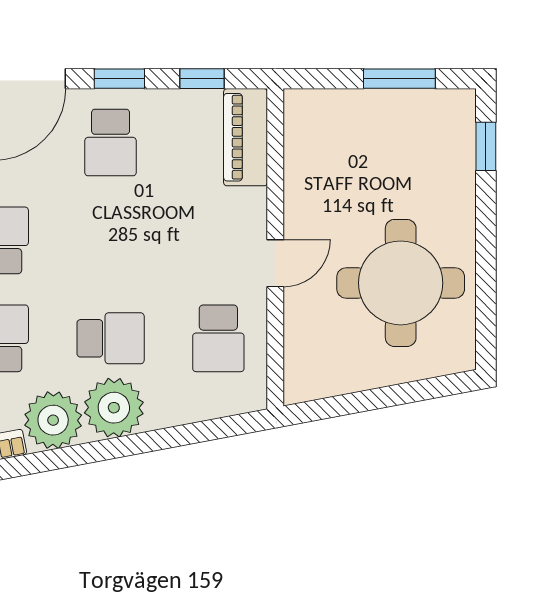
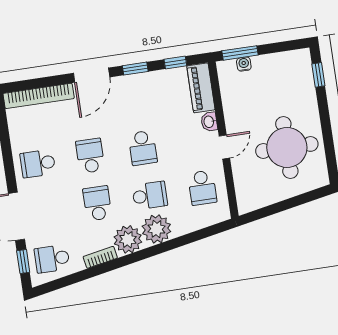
window: (399, 79) -> (240, 53), moved
water cooler: (339, 102) -> (244, 64), added
school desk: (111, 142) -> (143, 148), moved
washbasin: (252, 208) -> (209, 122), added

